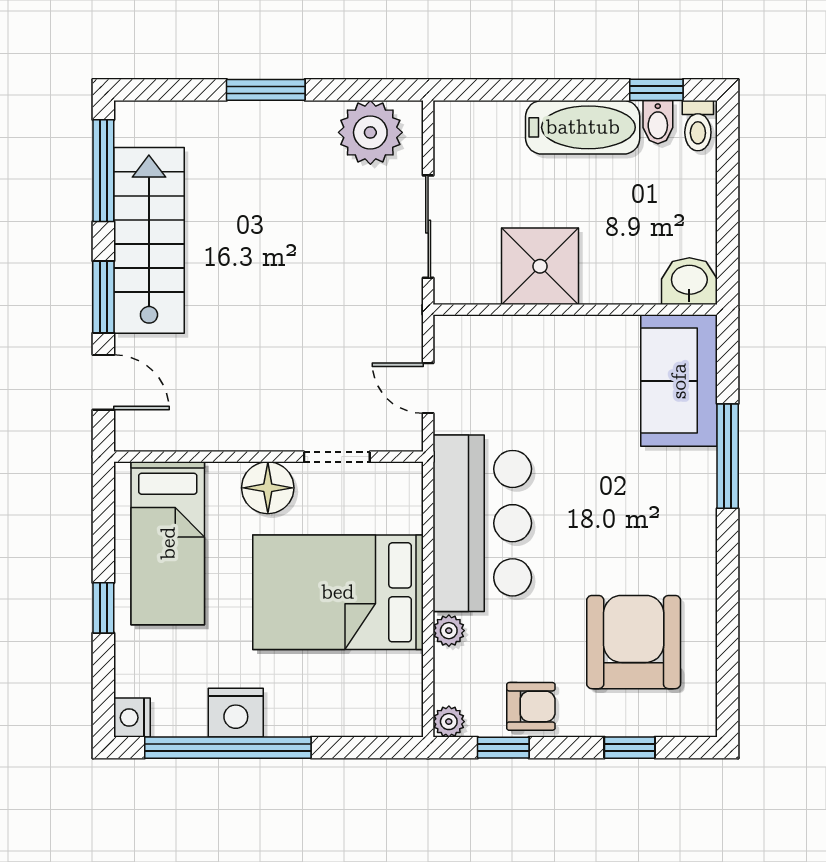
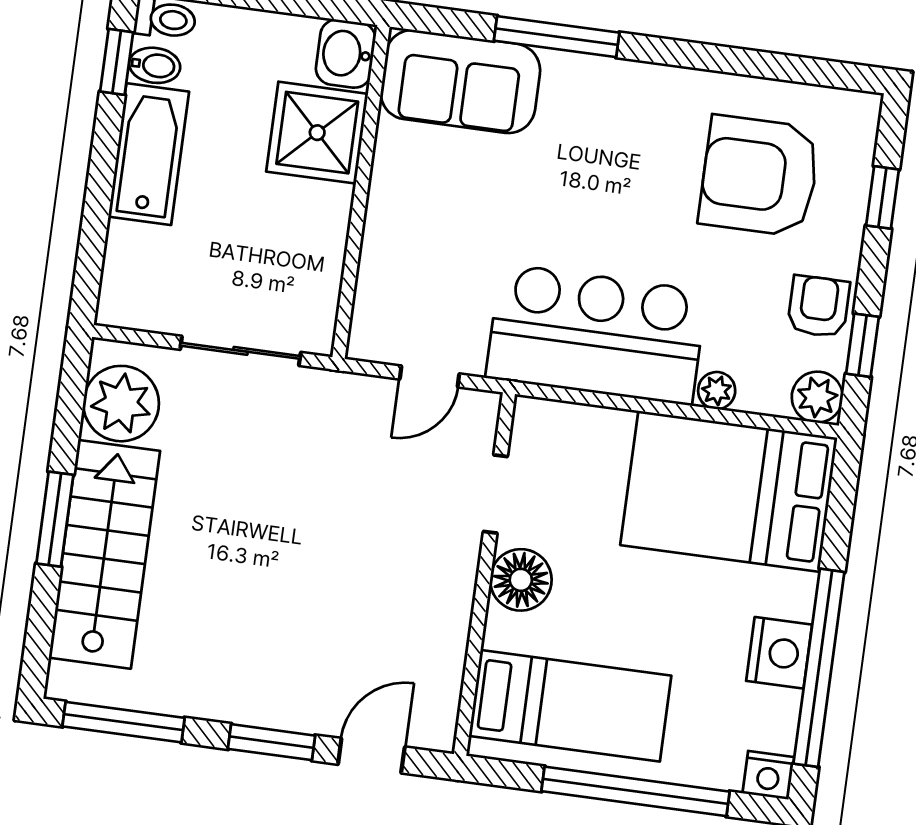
stairs: (149, 240) -> (104, 554), moved, turned 90
shower: (540, 266) -> (317, 133), moved
bed: (338, 592) -> (729, 491), moved, turned 90
window: (103, 608) -> (635, 791), width x3.17
plant: (449, 722) -> (817, 397), width x1.38, depth x1.38

